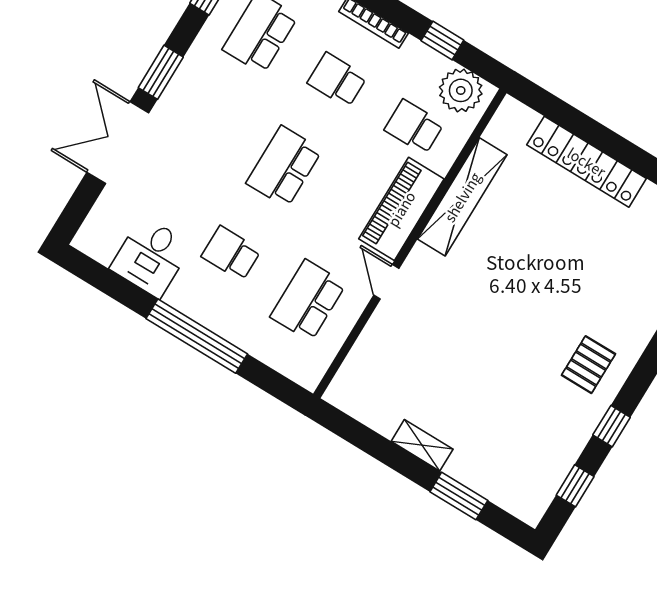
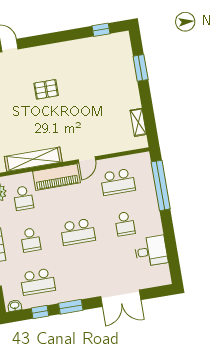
window: (161, 72) -> (71, 307), moved
window: (197, 336) -> (161, 185), moved
pallet: (588, 365) -> (46, 89), moved
window: (612, 426) -> (68, 35), removed
shelving: (422, 445) -> (138, 122), moved

